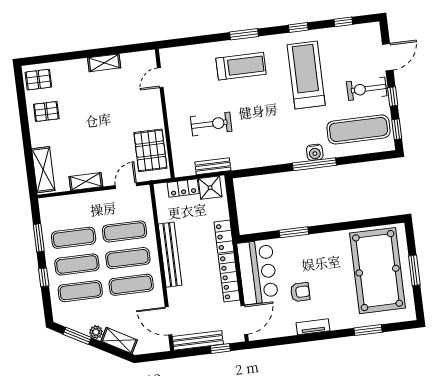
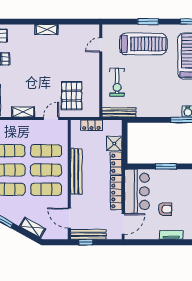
treadmill: (241, 66) -> (143, 44), width x1.37, depth x1.38
door: (160, 78) -> (101, 45), moved
wall: (165, 113) -> (101, 71), moved
exercise bike: (211, 124) -> (117, 82), turned 90
bench: (213, 166) -> (119, 112), width x1.36
shower: (210, 188) -> (114, 144), moved
plant: (96, 332) -> (17, 220), removed
window: (220, 348) -> (86, 242), moved

